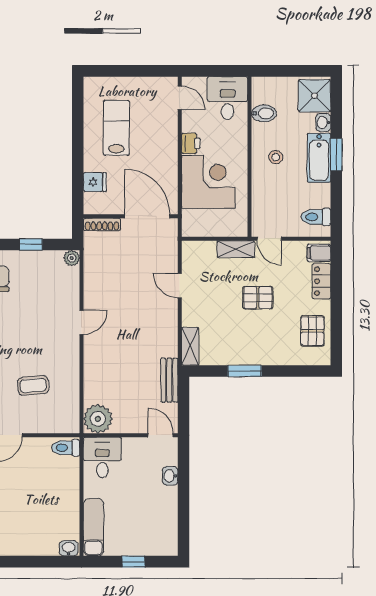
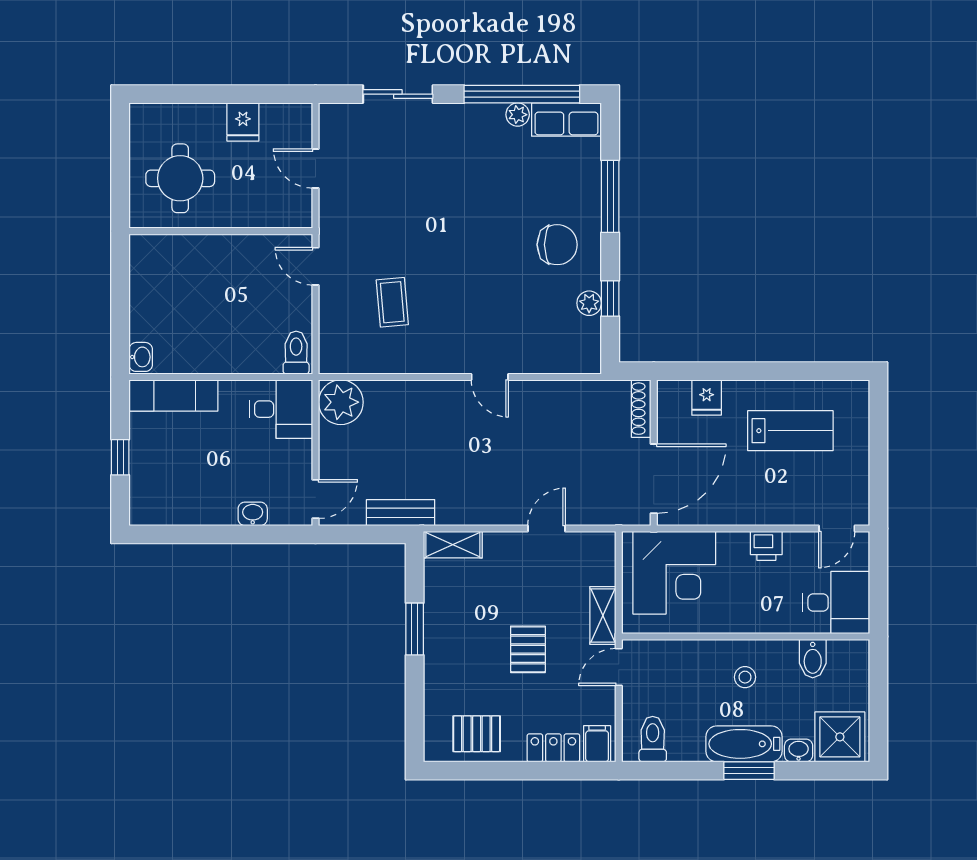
corner desk: (208, 182) -> (674, 573), moved
plant: (72, 258) -> (589, 303), moved

